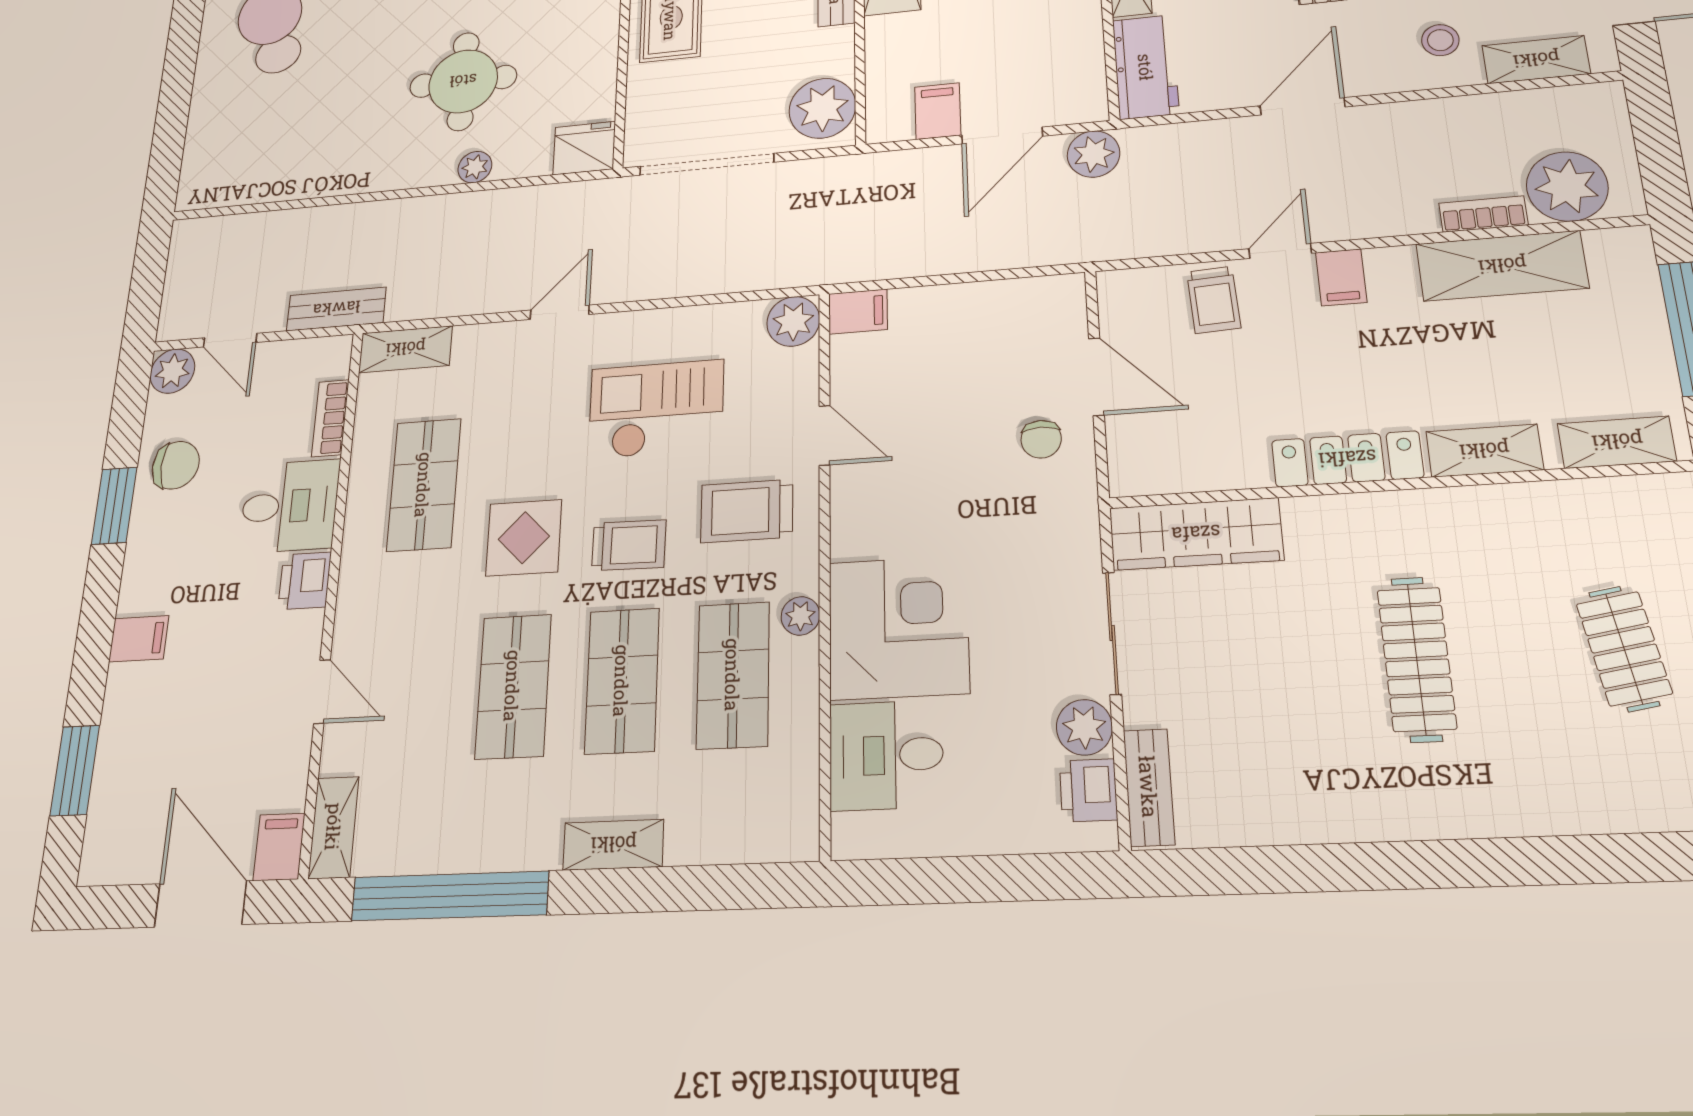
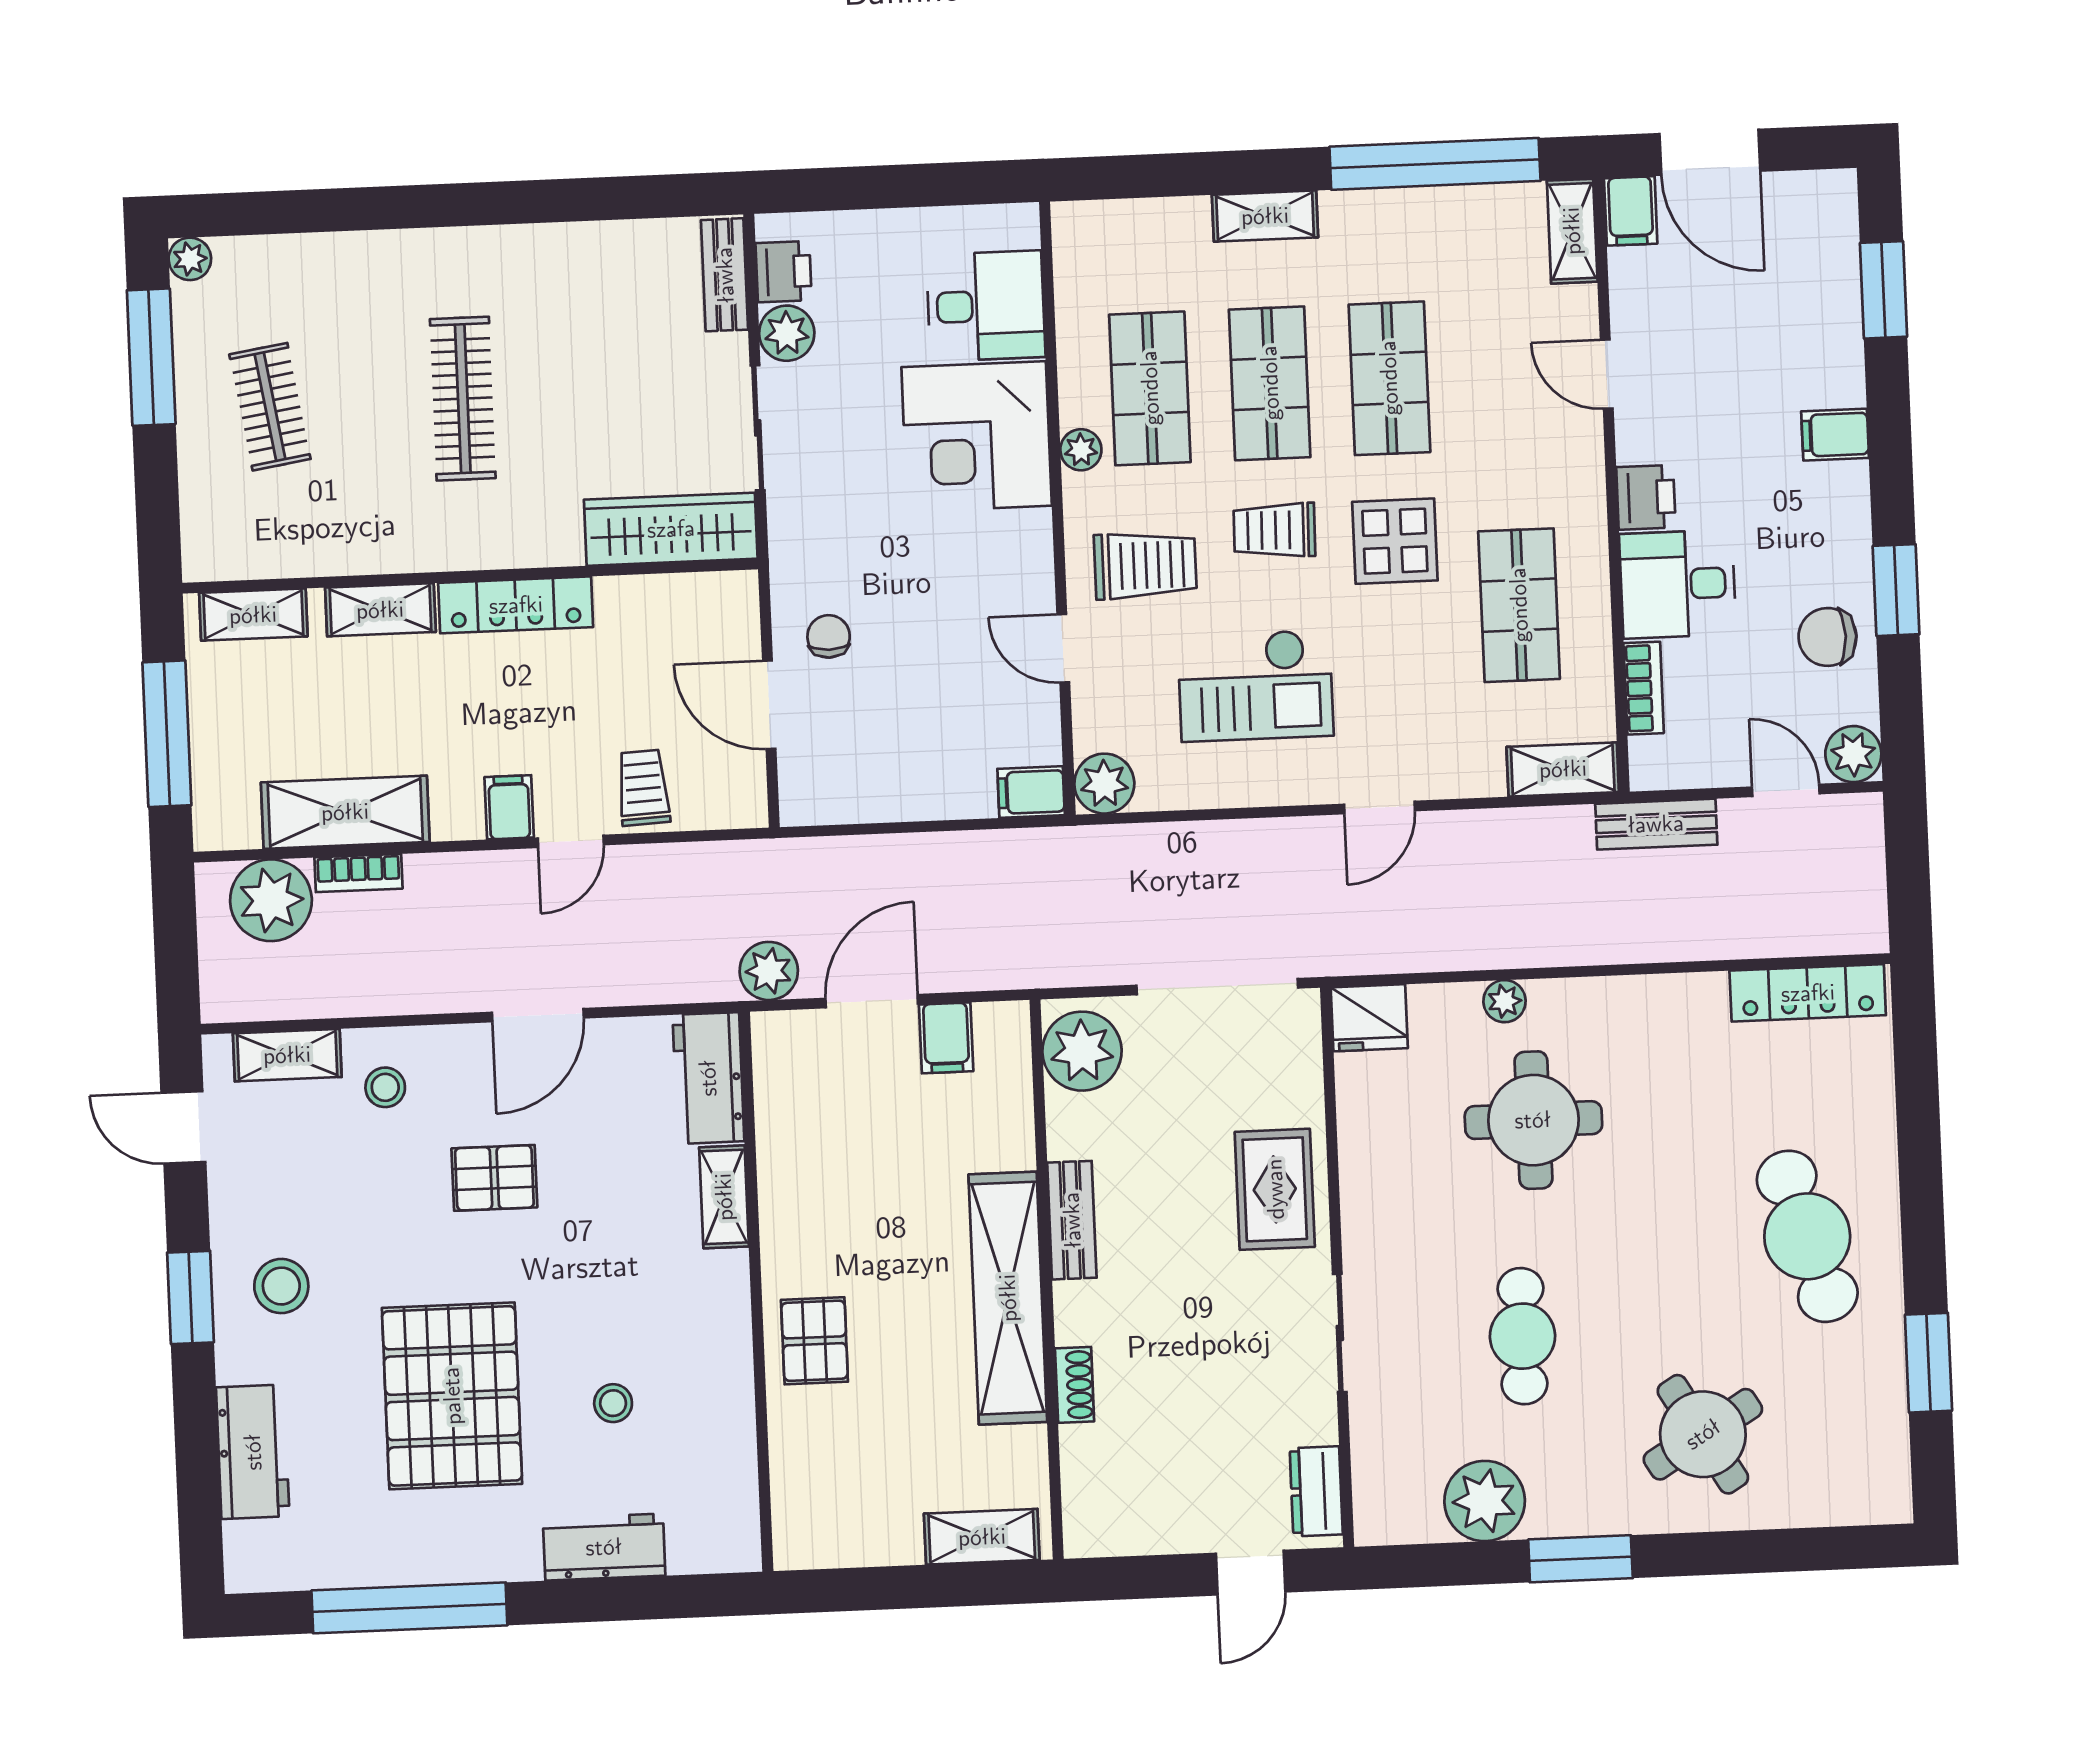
locker: (240, 187) -> (1808, 993), added

